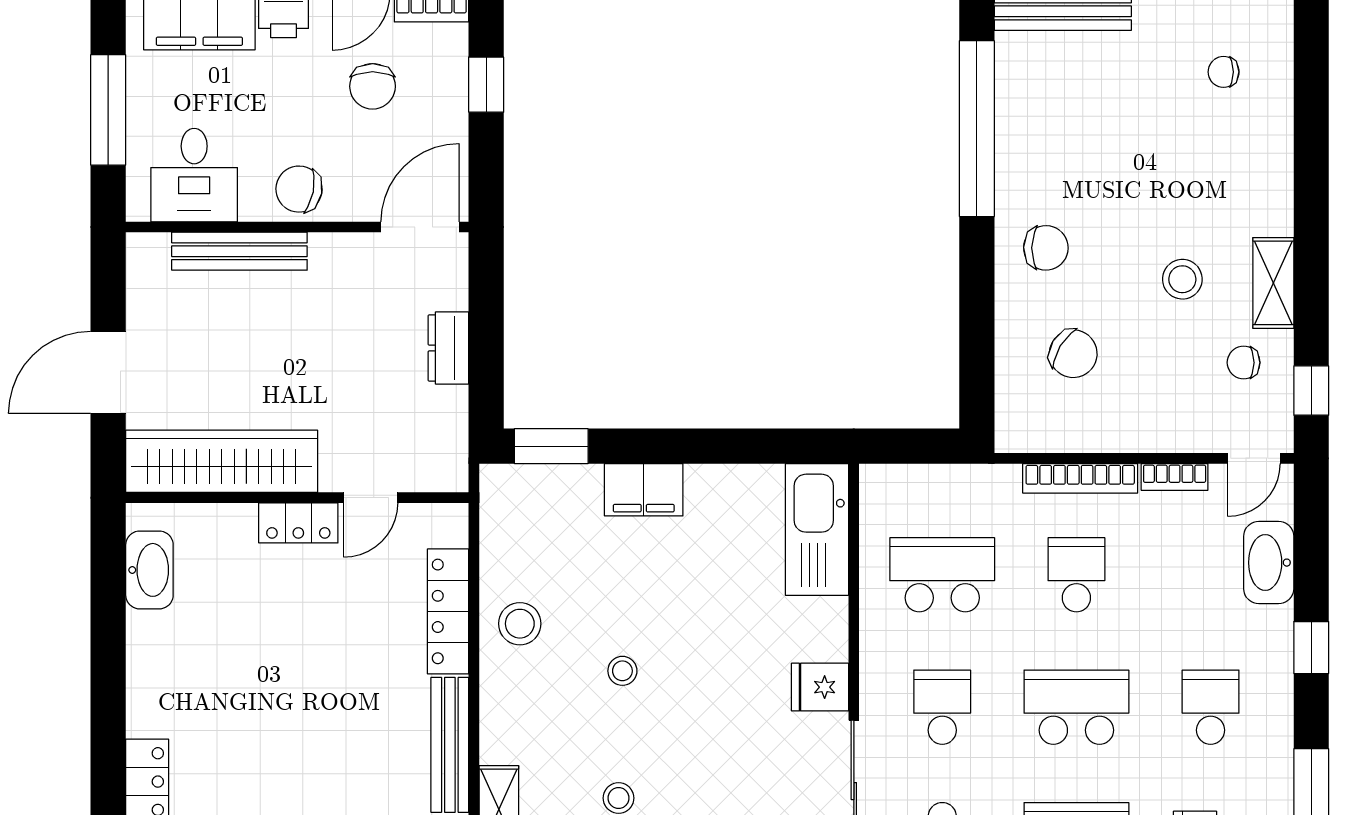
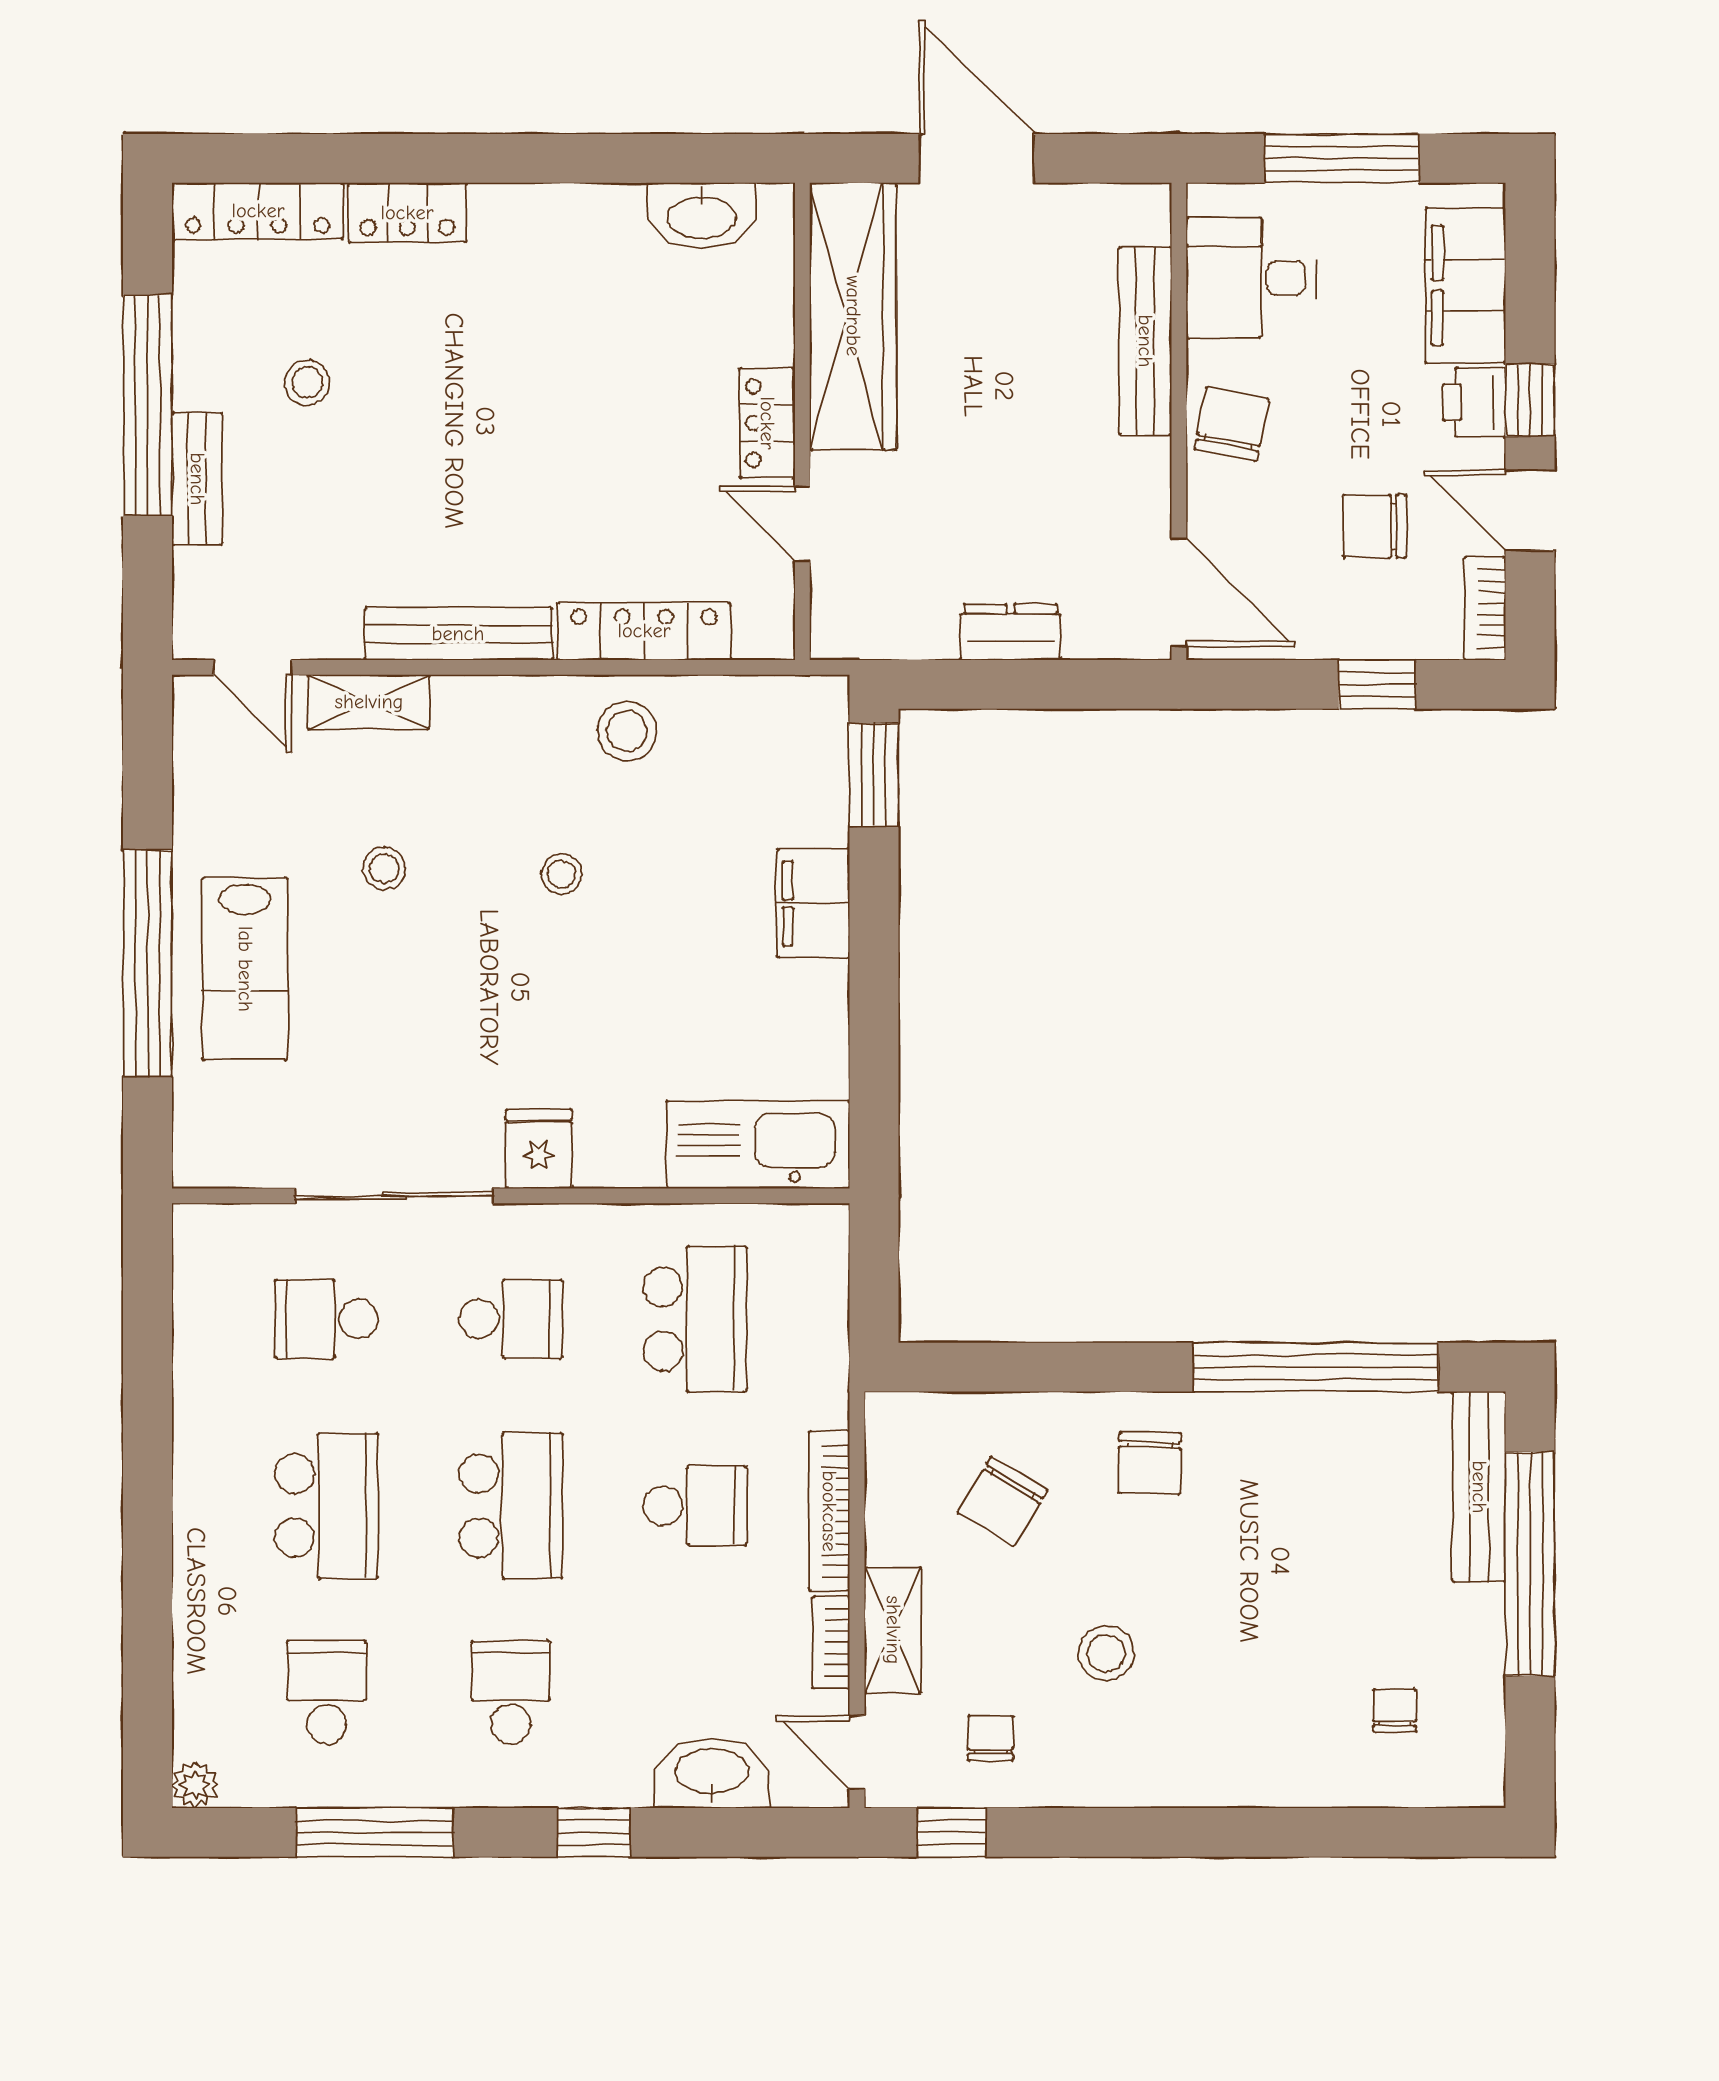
shelving: (1273, 283) -> (893, 1630), moved, turned 90
school desk: (1211, 707) -> (511, 1692), turned -90

